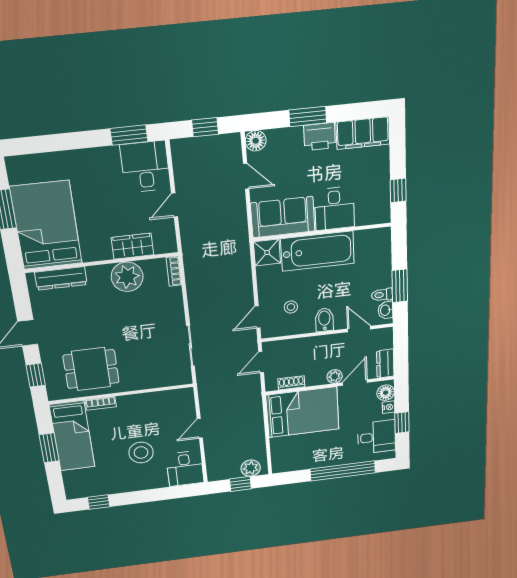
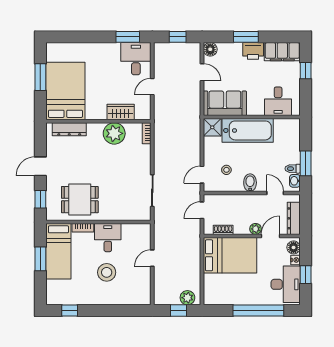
window: (398, 190) -> (306, 71), moved
desk: (334, 208) -> (278, 101), moved
dresser: (385, 363) -> (294, 218), width x1.44
desk: (376, 437) -> (286, 284), width x1.37
desk: (185, 469) -> (108, 238), moved, turned 180

